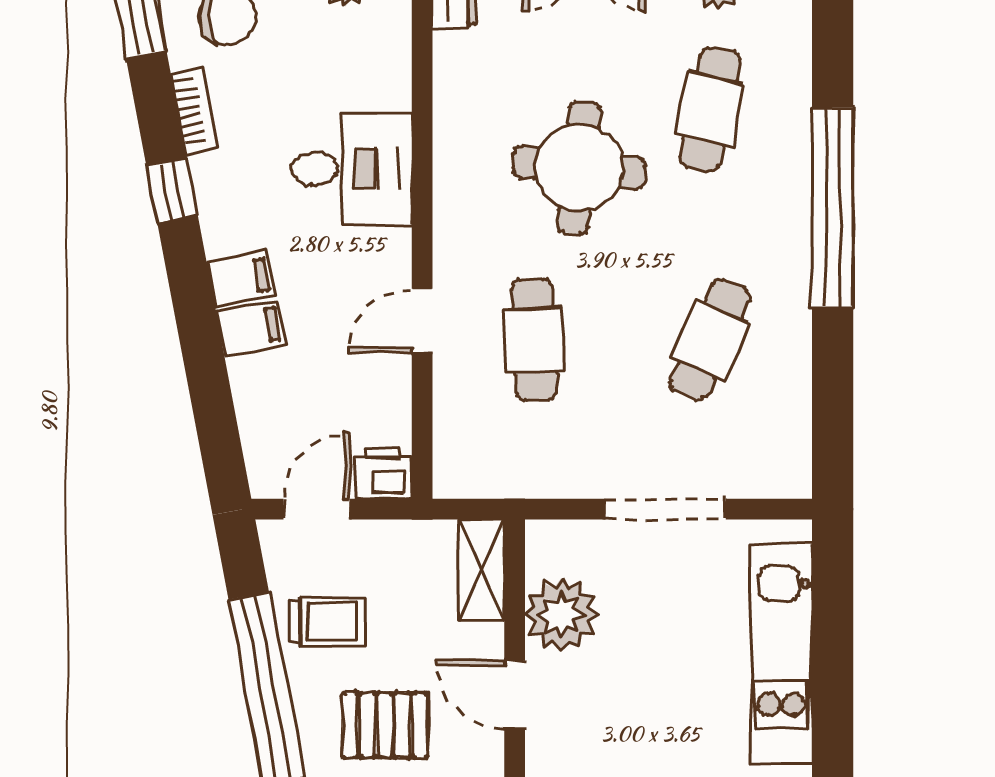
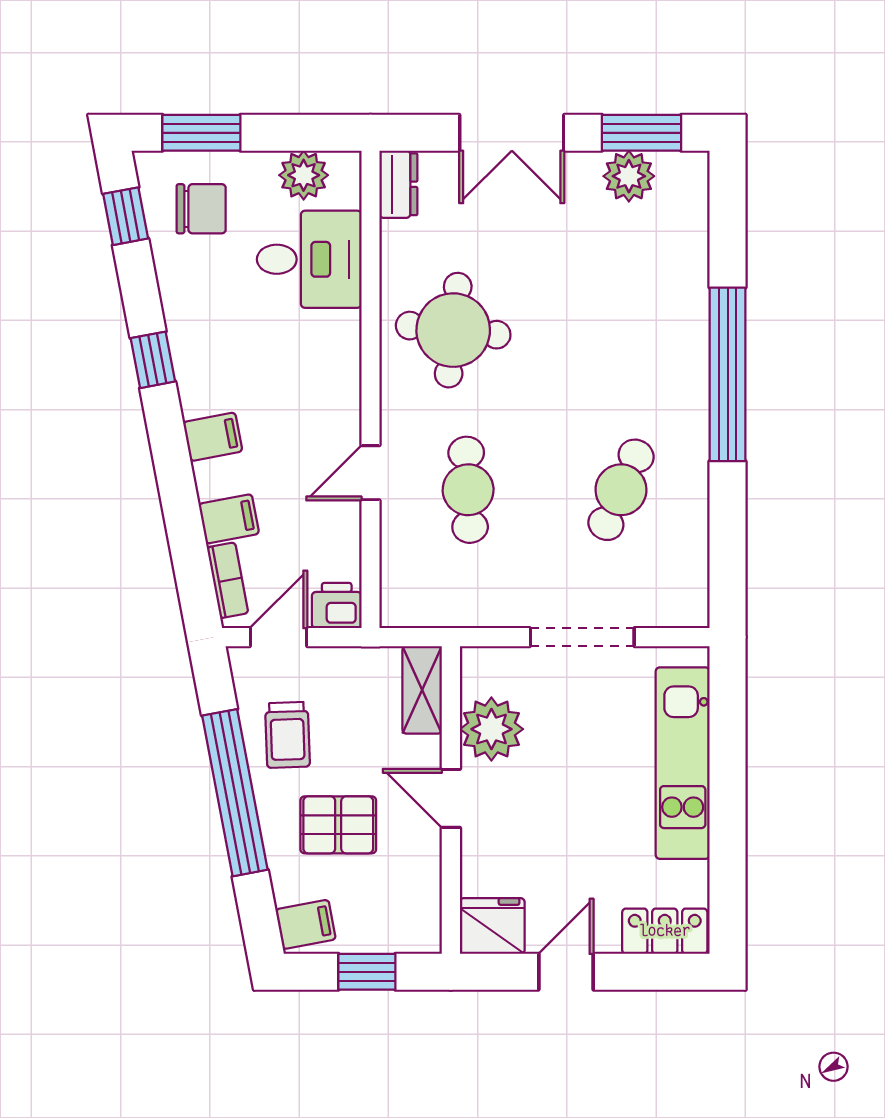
cafe table: (710, 109) -> (621, 289), removed
bookcase: (195, 111) -> (228, 580), moved
round table: (579, 168) -> (453, 330), moved
desk: (352, 169) -> (309, 259), moved
filing cabinet: (251, 328) -> (229, 519), moved
trolley: (327, 622) -> (287, 735), turned 88

